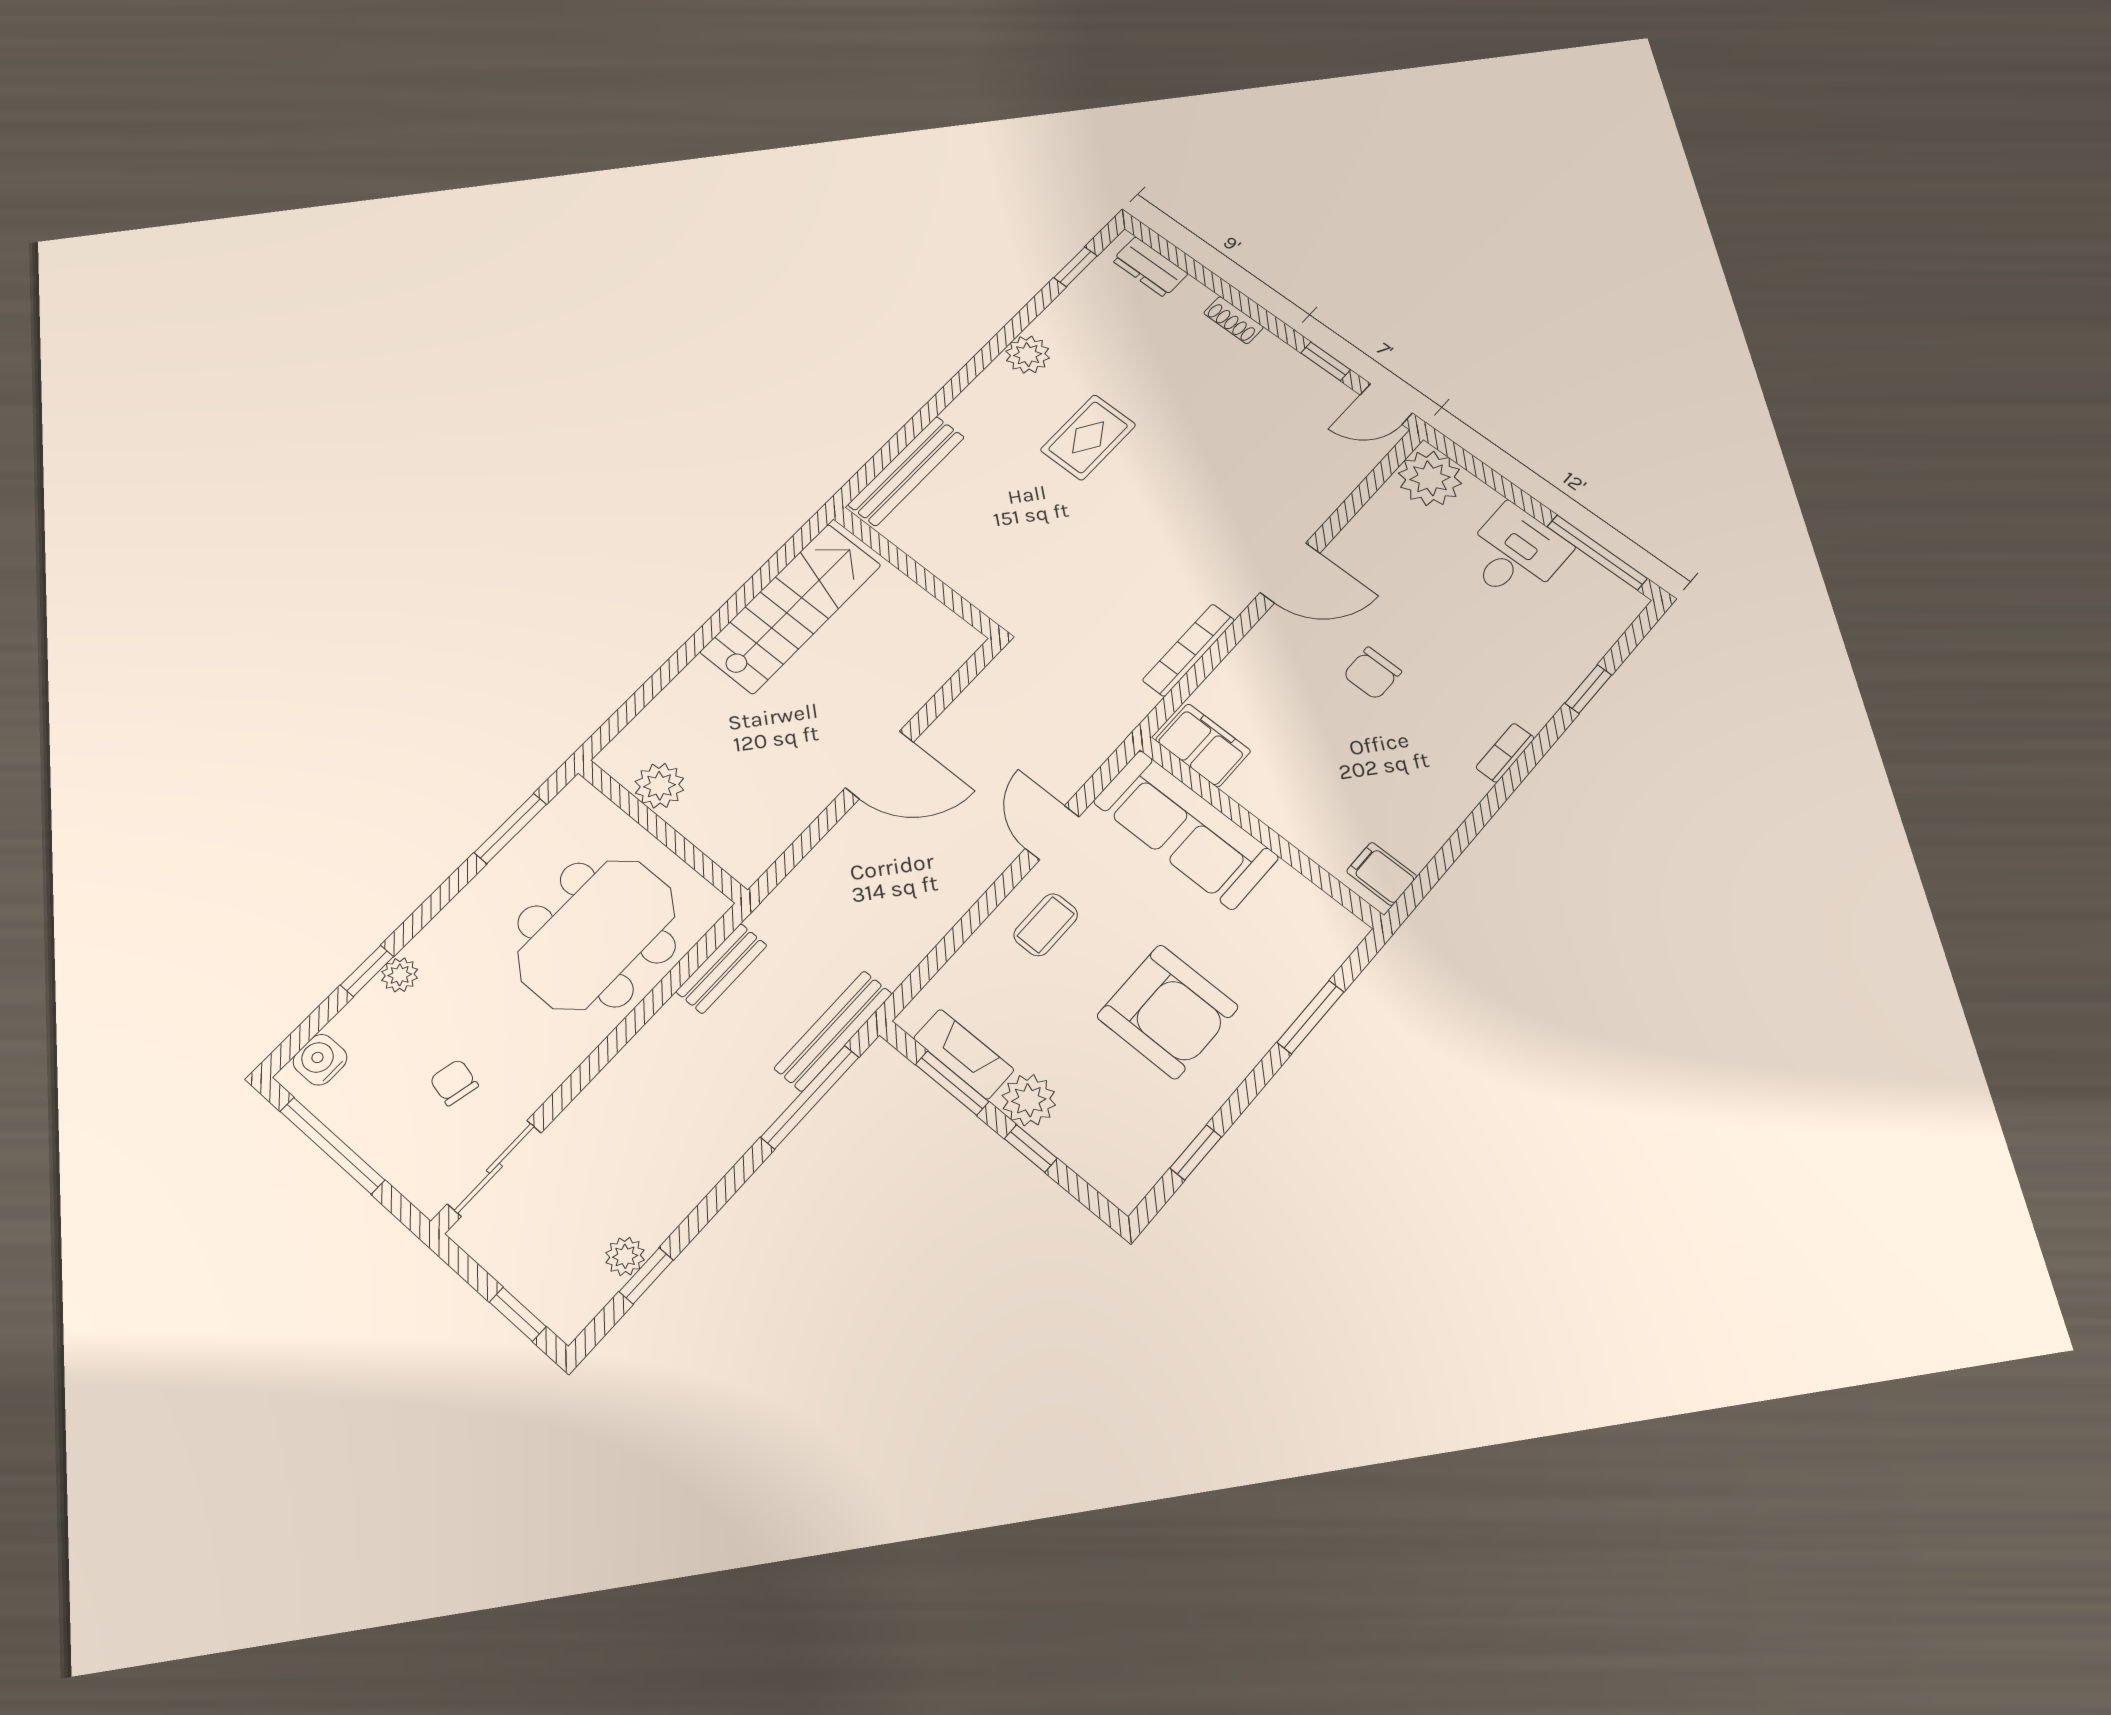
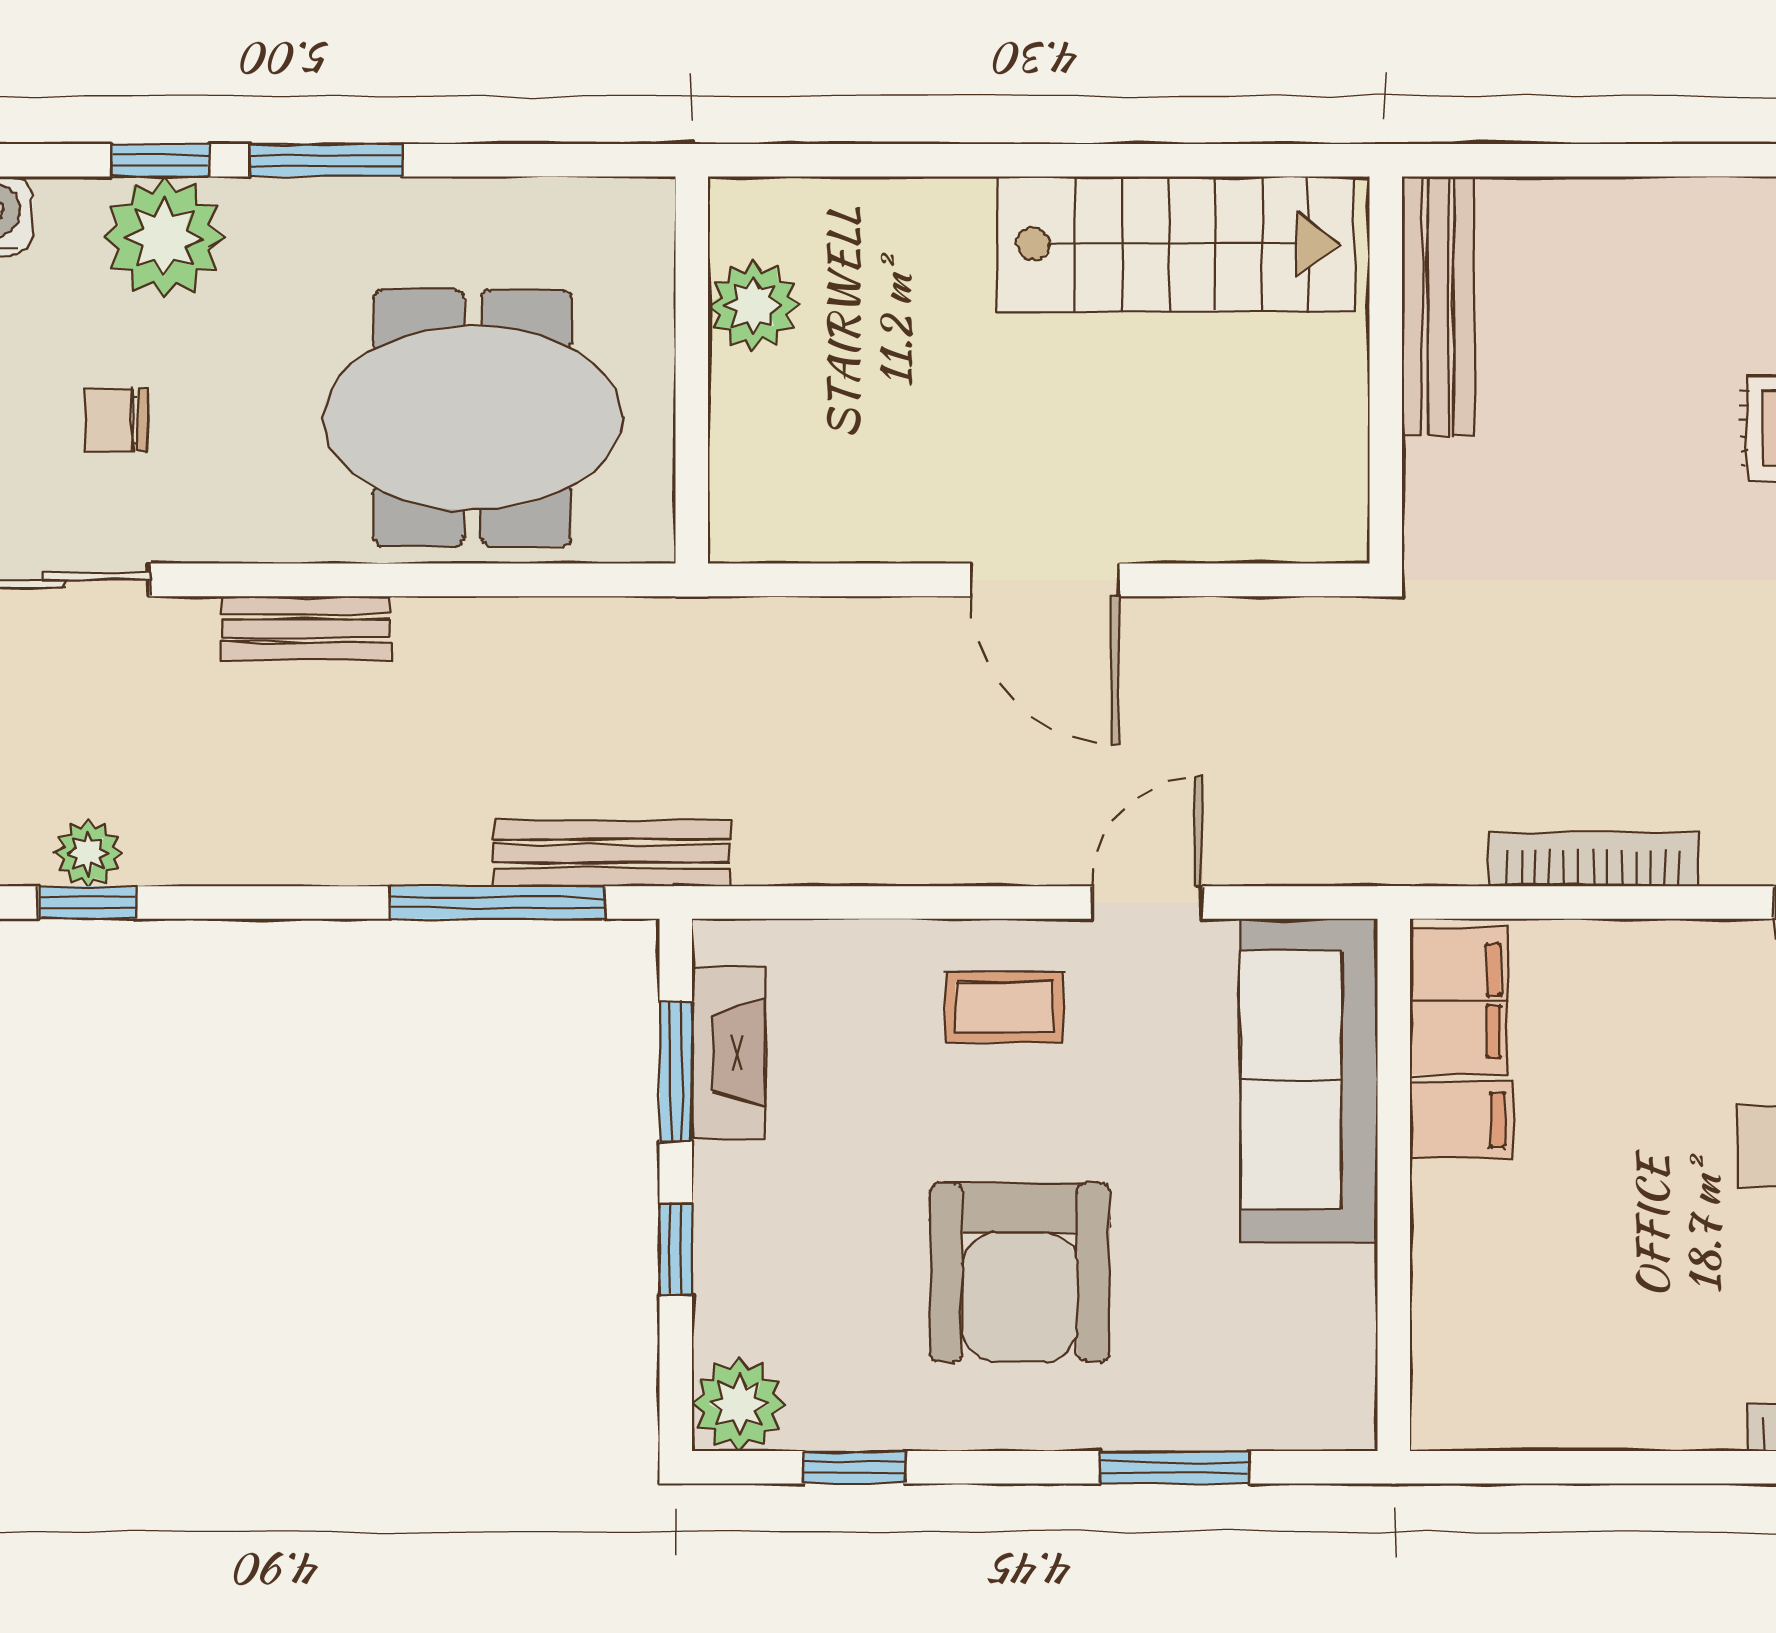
bench: (906, 471) -> (1438, 306), moved, turned 90
window: (510, 828) -> (326, 160), moved
filing cabinet: (1382, 874) -> (1462, 1120), moved, turned 90
bench: (722, 968) -> (306, 628), moved
plant: (400, 975) -> (164, 238), width x1.88, depth x1.88
chair: (454, 1082) -> (116, 420), turned -103
plant: (1029, 1100) -> (739, 1404), moved

